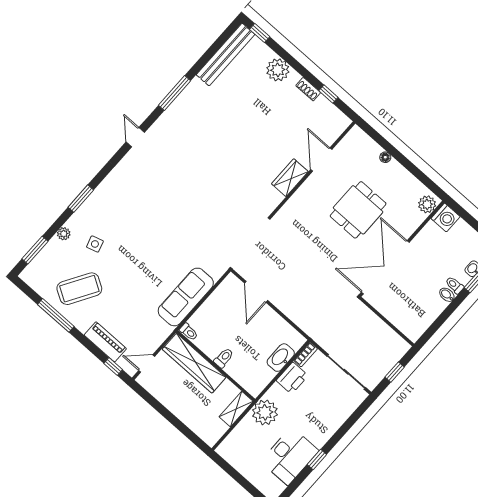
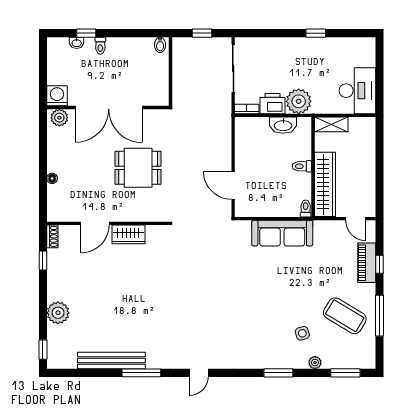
bench: (226, 55) -> (111, 361), moved
shoe rack: (308, 89) -> (52, 236), moved
dining table: (358, 210) -> (138, 168), moved
double door: (385, 267) -> (109, 108), moved
door: (256, 292) -> (233, 185), swing flipped
bidet: (447, 295) -> (160, 45), moved
washbasin: (281, 358) -> (283, 125), moved
window: (113, 366) -> (379, 264), moved
plant: (265, 412) -> (299, 101), moved
desk: (290, 456) -> (357, 91), moved, turned 90

